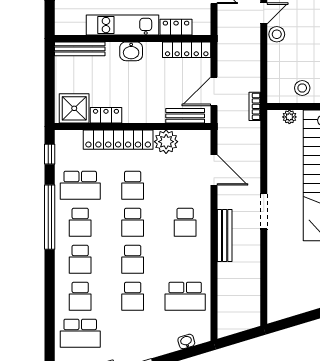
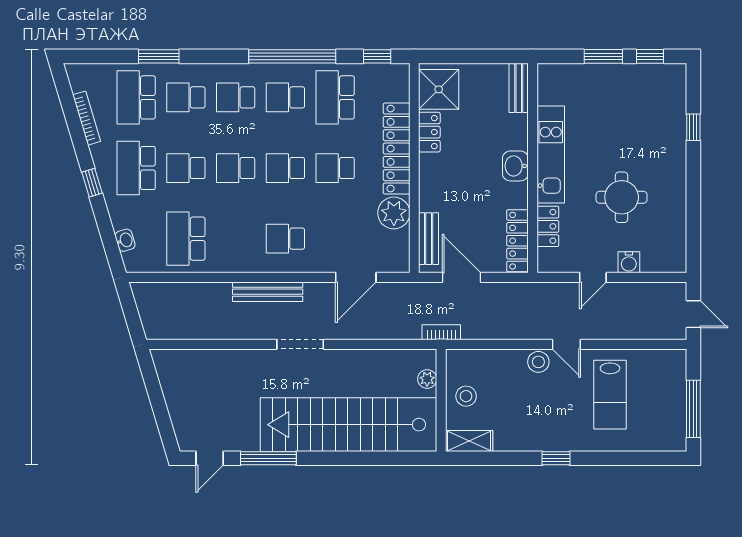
bench: (80, 49) -> (519, 88), width x0.73
window: (50, 316) -> (159, 56), added
school desk: (133, 333) -> (136, 168), added

